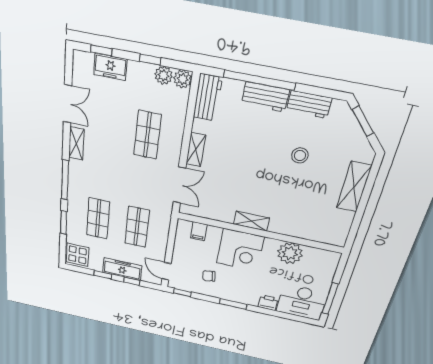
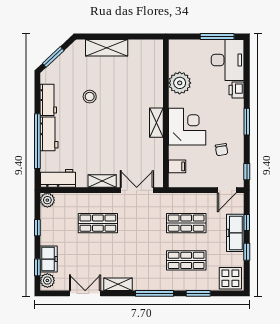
plant: (163, 75) -> (47, 280), moved

